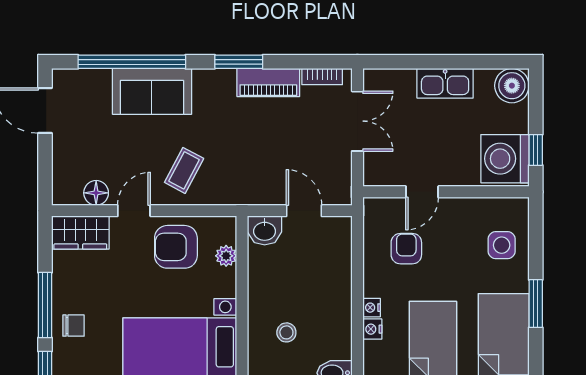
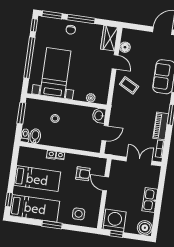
double door: (357, 121) -> (139, 161), swing flipped
armchair: (176, 247) -> (98, 77), removed

